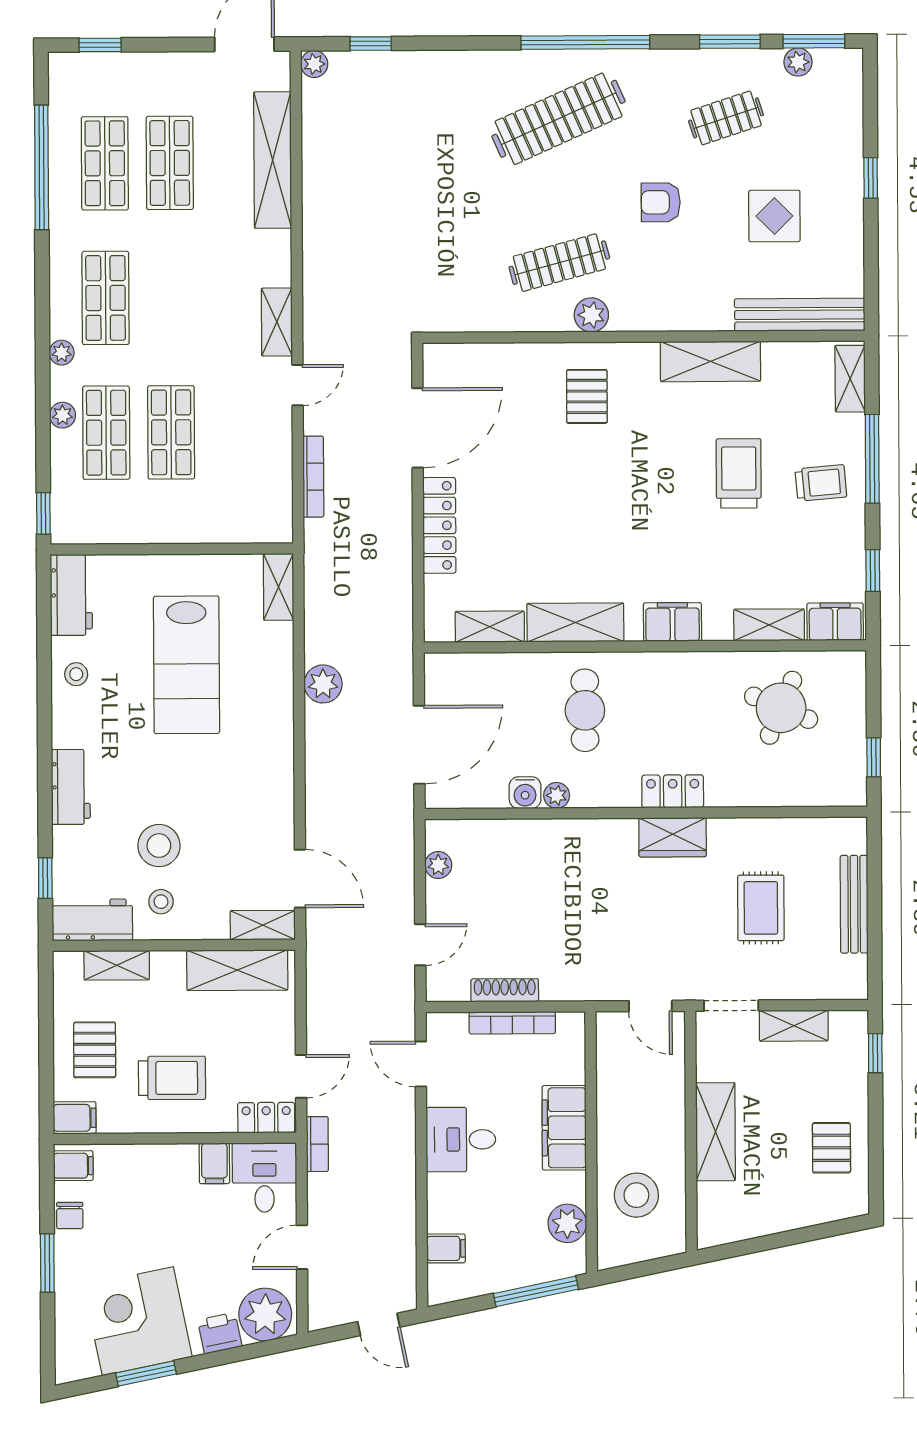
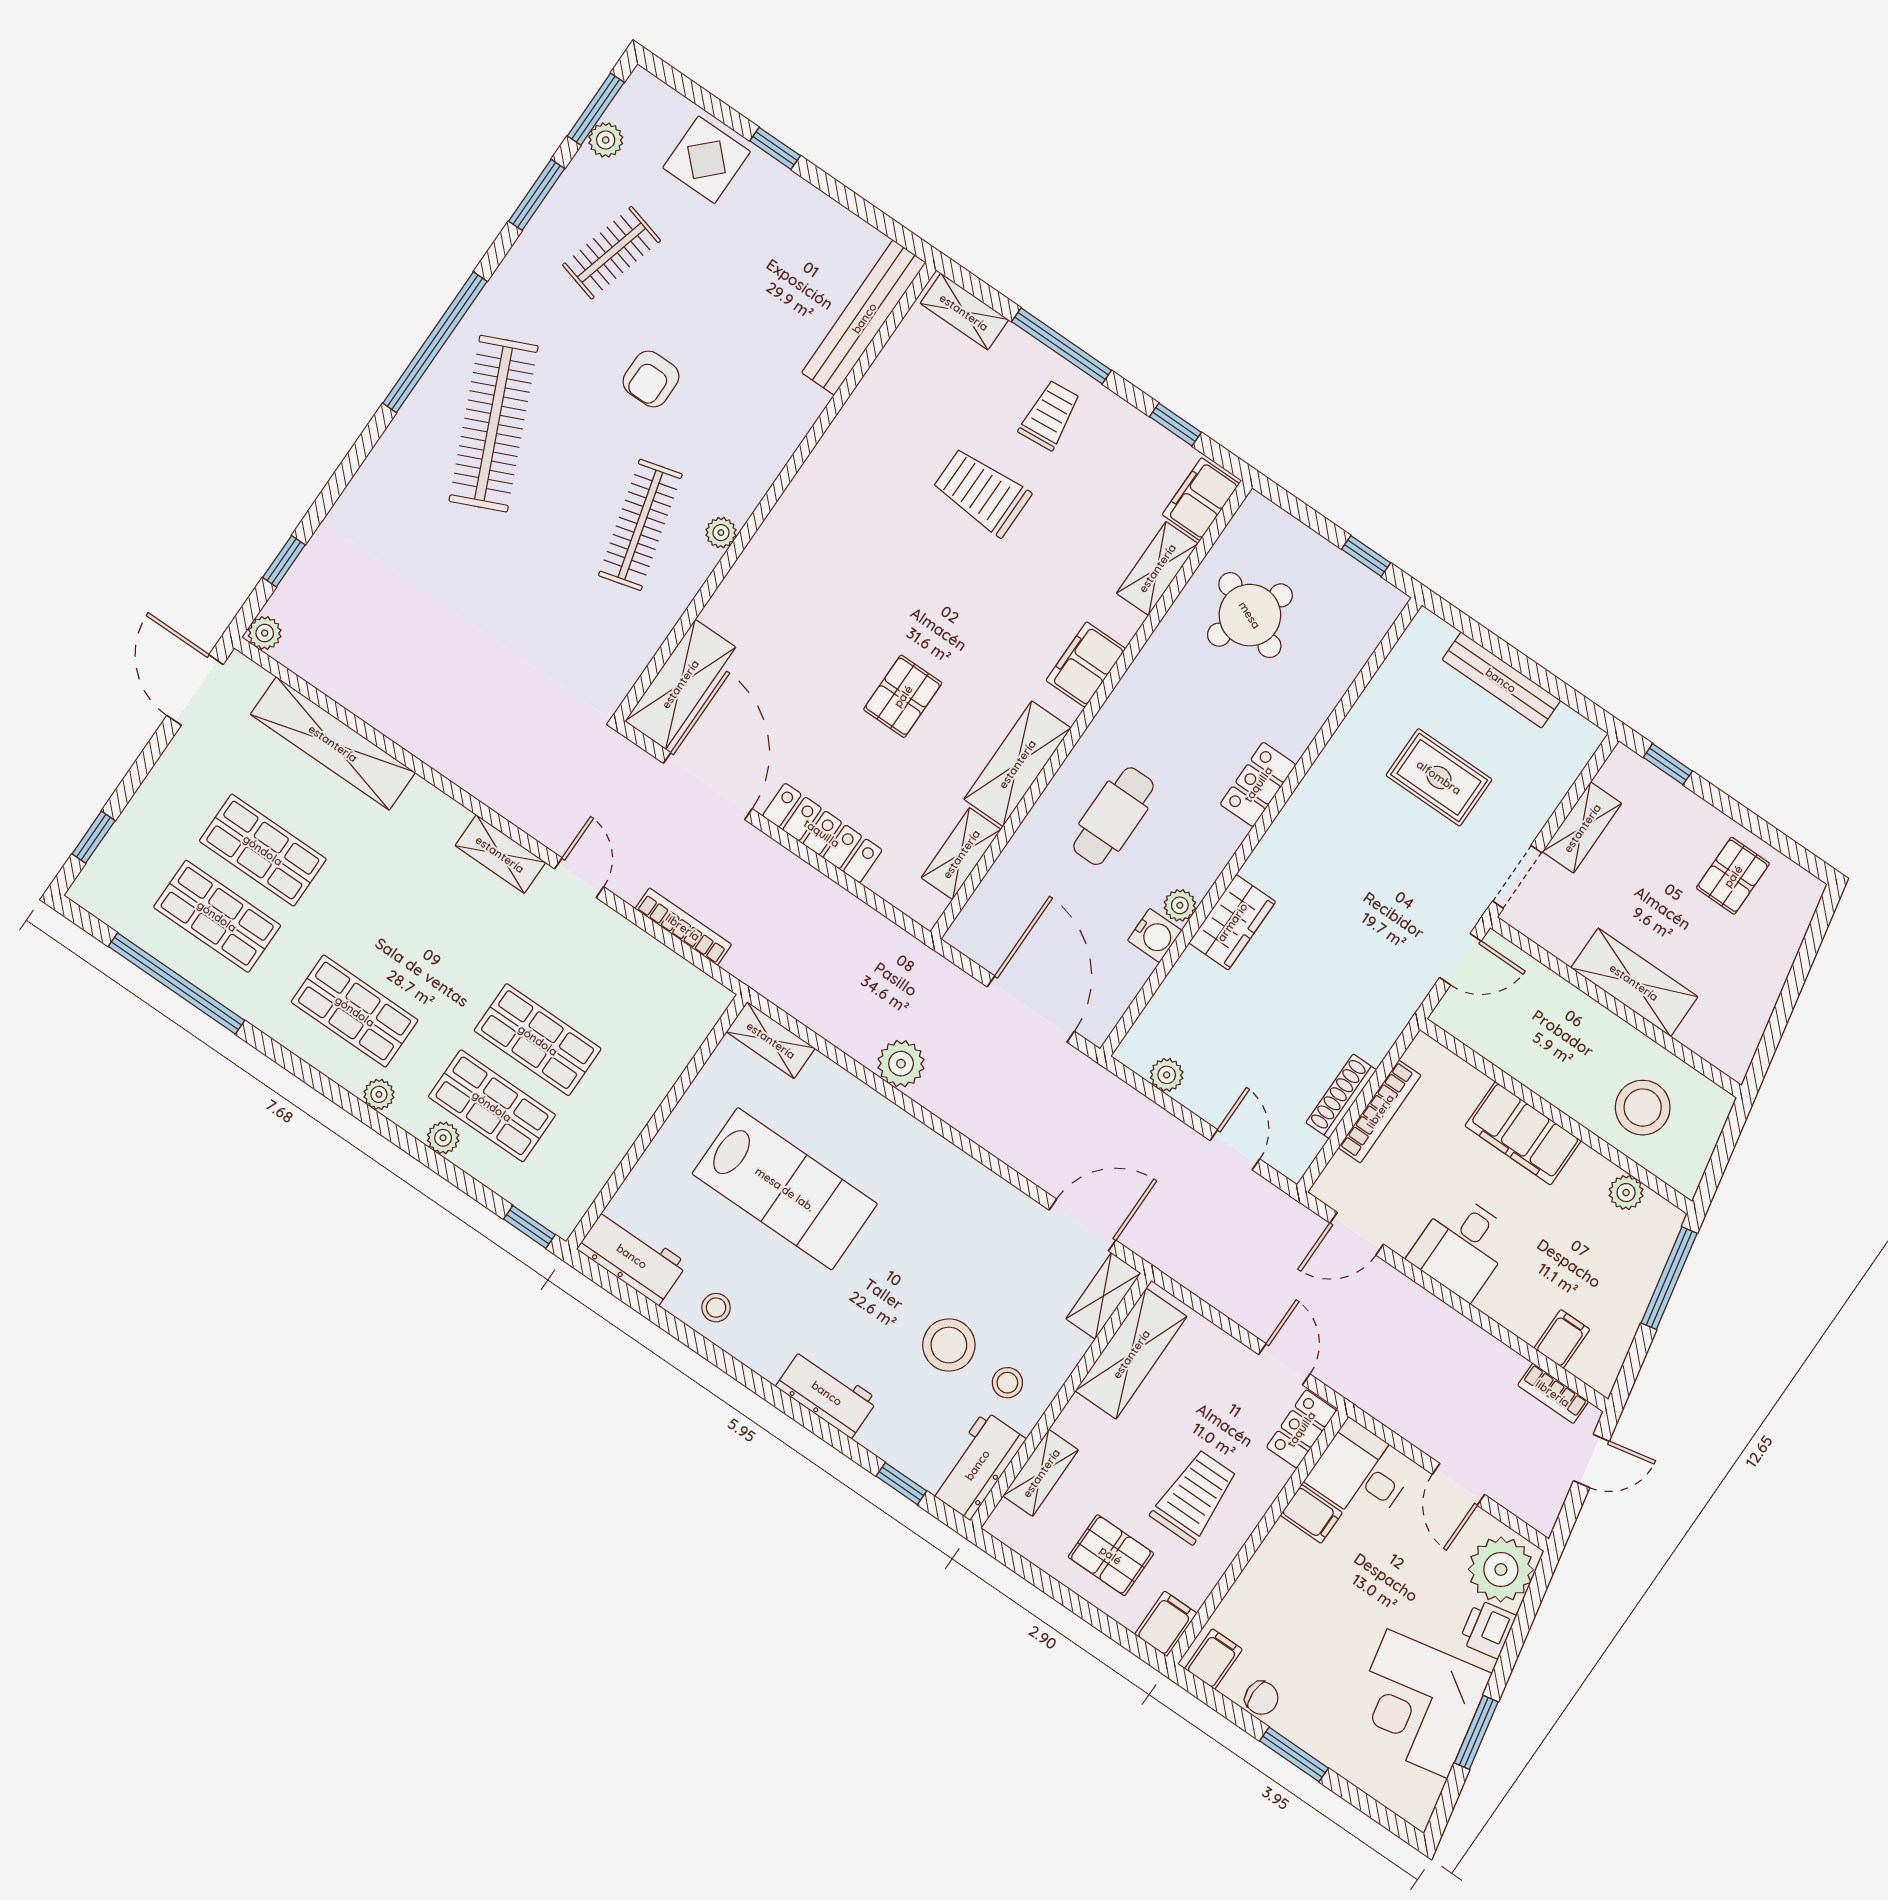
clothes rail: (726, 118) -> (611, 253), turned 33
display table: (774, 216) -> (707, 160), moved
plant: (591, 315) -> (721, 533), width x0.73, depth x0.73
shelving: (710, 361) -> (680, 684), moved
pallet: (587, 396) -> (903, 696), moved, turned 90
cafe table: (585, 710) -> (1113, 816), turned 90
wardrobe: (673, 837) -> (1232, 922), moved
bookcase: (317, 1144) -> (1553, 1393), moved, turned 180
pallet: (831, 1148) -> (1733, 876), turned 90
plant: (567, 1223) -> (1626, 1193), width x0.73, depth x0.73

